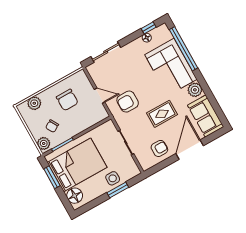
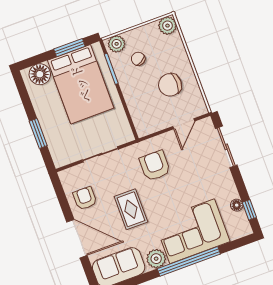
window: (183, 49) -> (189, 261), moved
door: (100, 96) -> (184, 124), moved
plant: (34, 103) -> (167, 26), moved
armchair: (159, 148) -> (85, 198), turned 180
side table: (113, 178) -> (55, 129), removed

